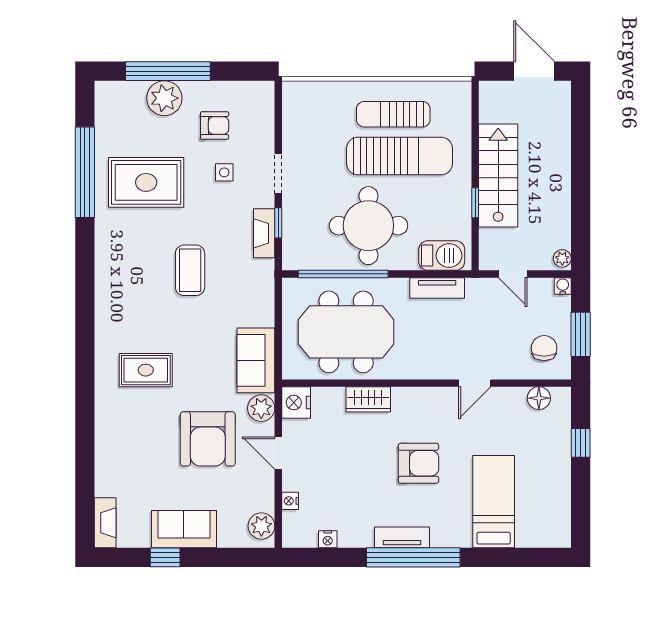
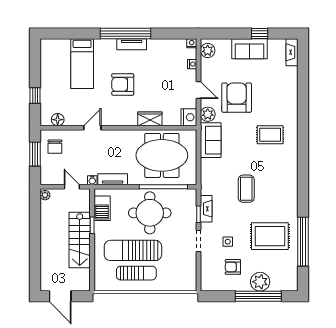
barbecue: (442, 255) -> (102, 208), moved, turned -90
water cooler: (563, 286) -> (92, 180), moved
nightstand: (328, 539) -> (192, 43), moved

